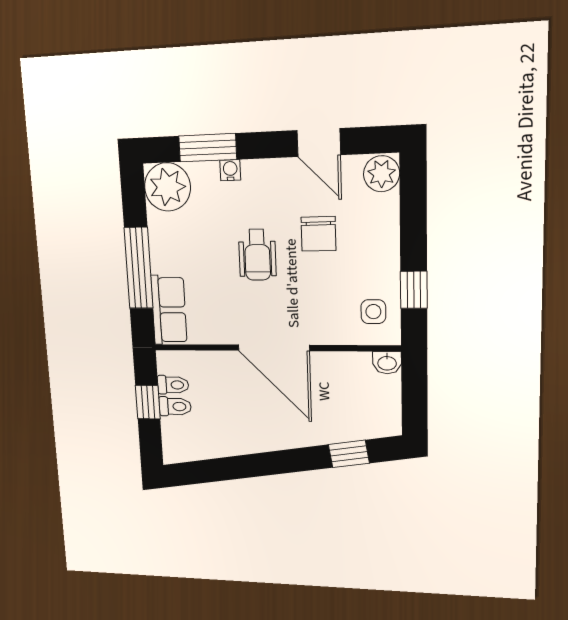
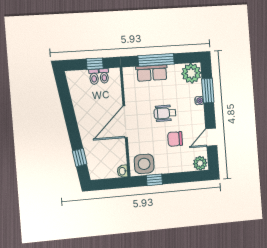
row of seats: (169, 310) -> (152, 73), moved
side table: (373, 312) -> (144, 164), width x1.87, depth x1.87

